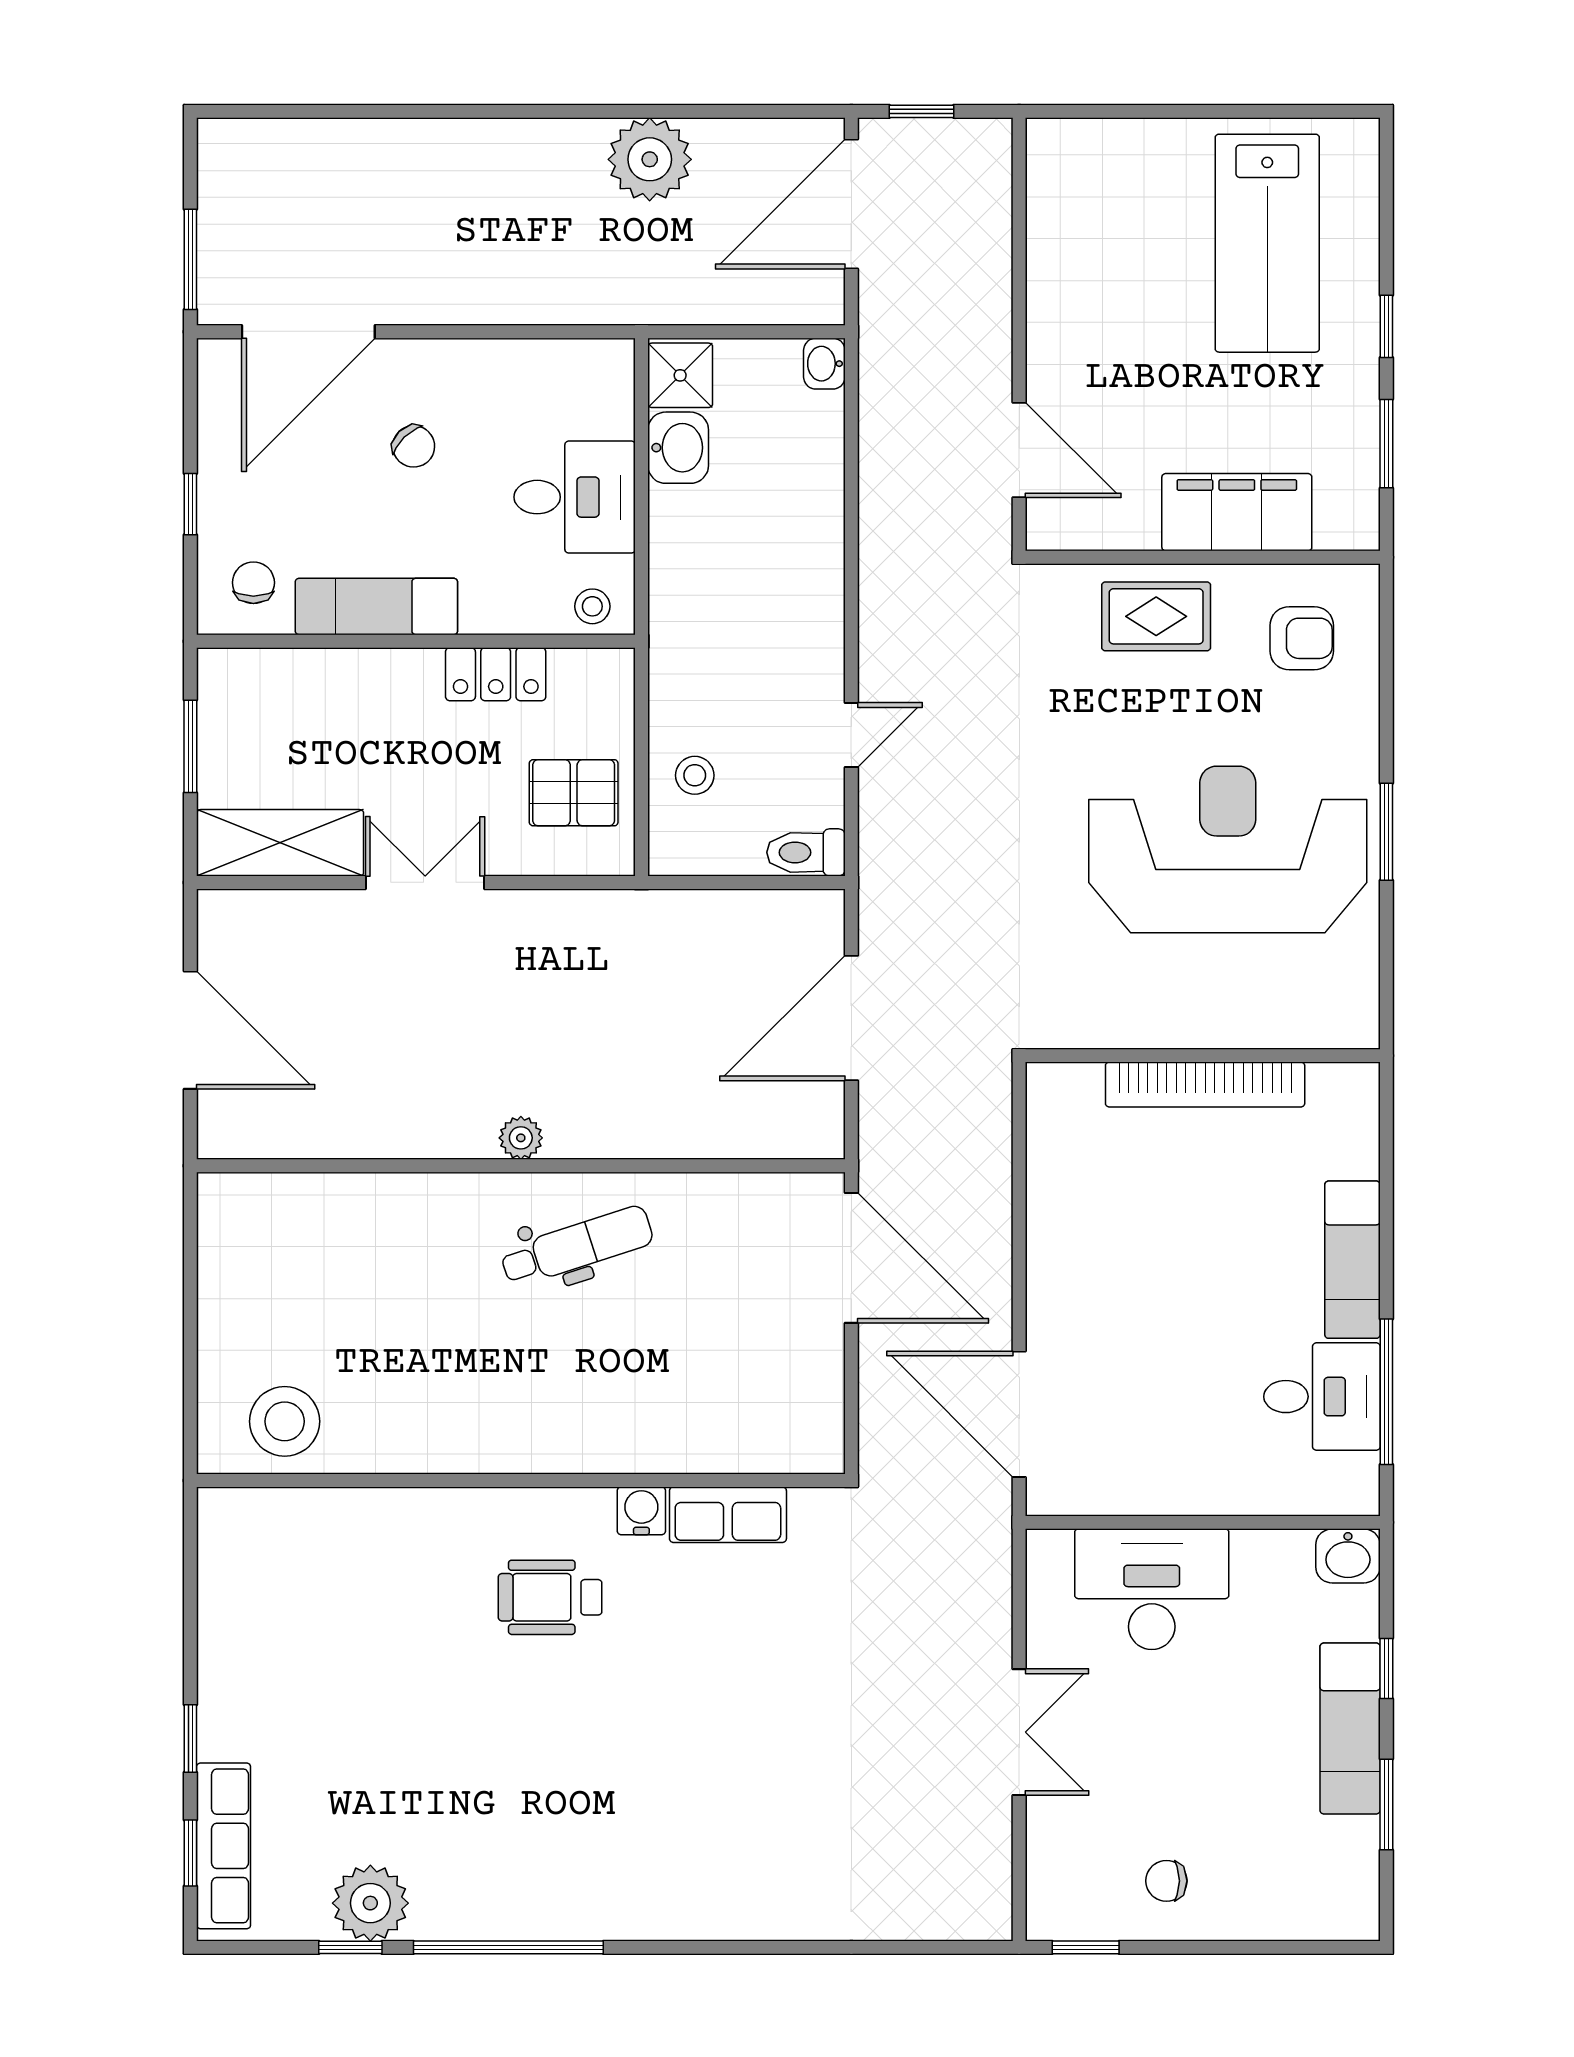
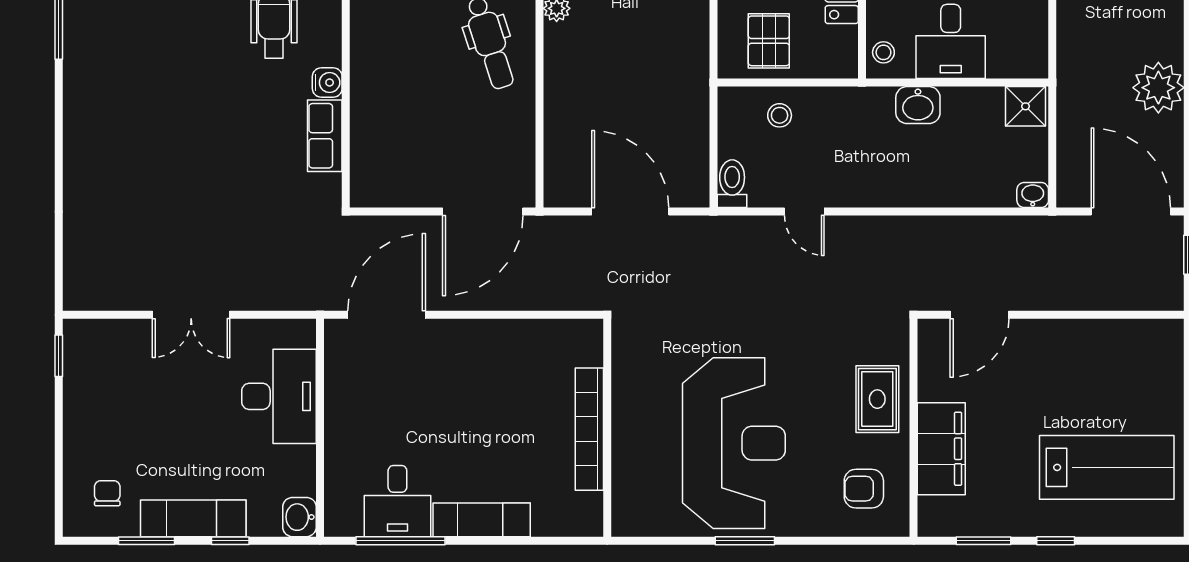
lab bench: (1267, 243) -> (1107, 467), turned 180
washbasin: (678, 448) -> (918, 105), moved
armchair: (1302, 638) -> (864, 489), turned 90
chair: (1166, 1881) -> (107, 493), moved

